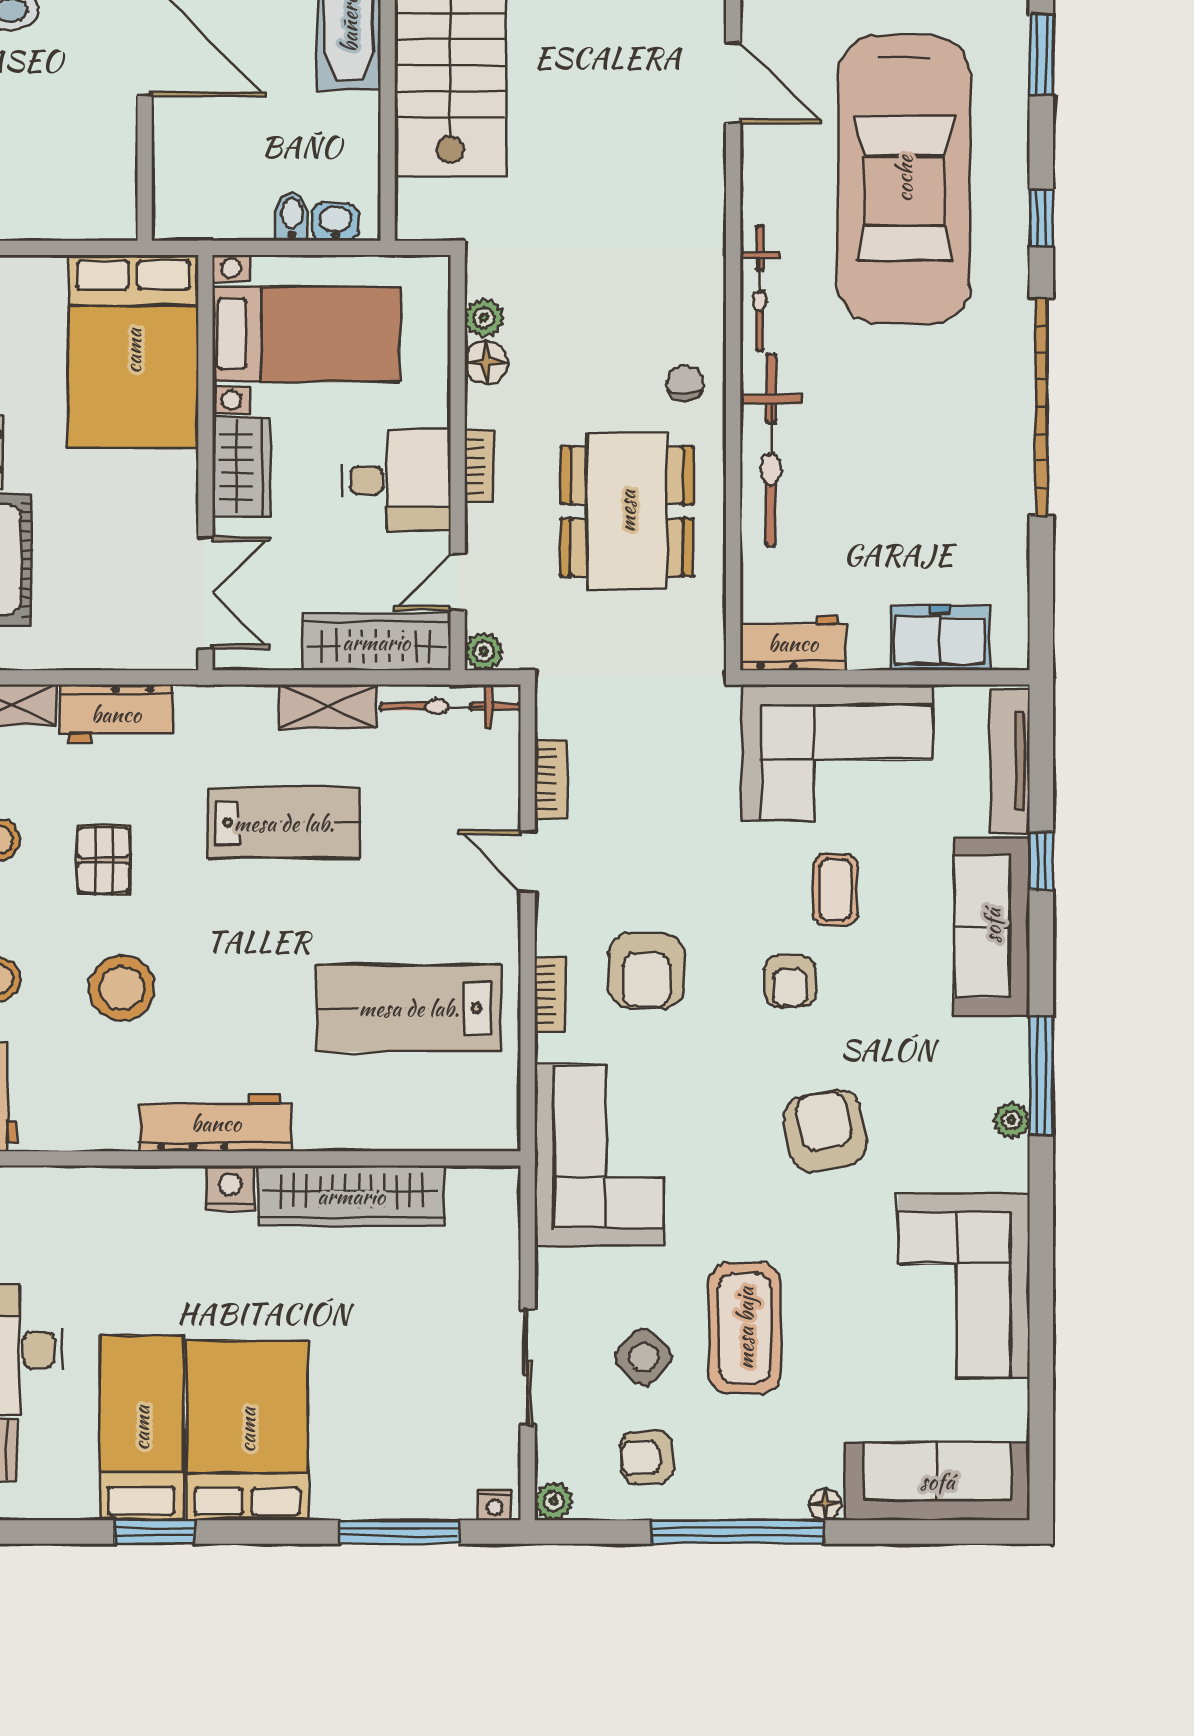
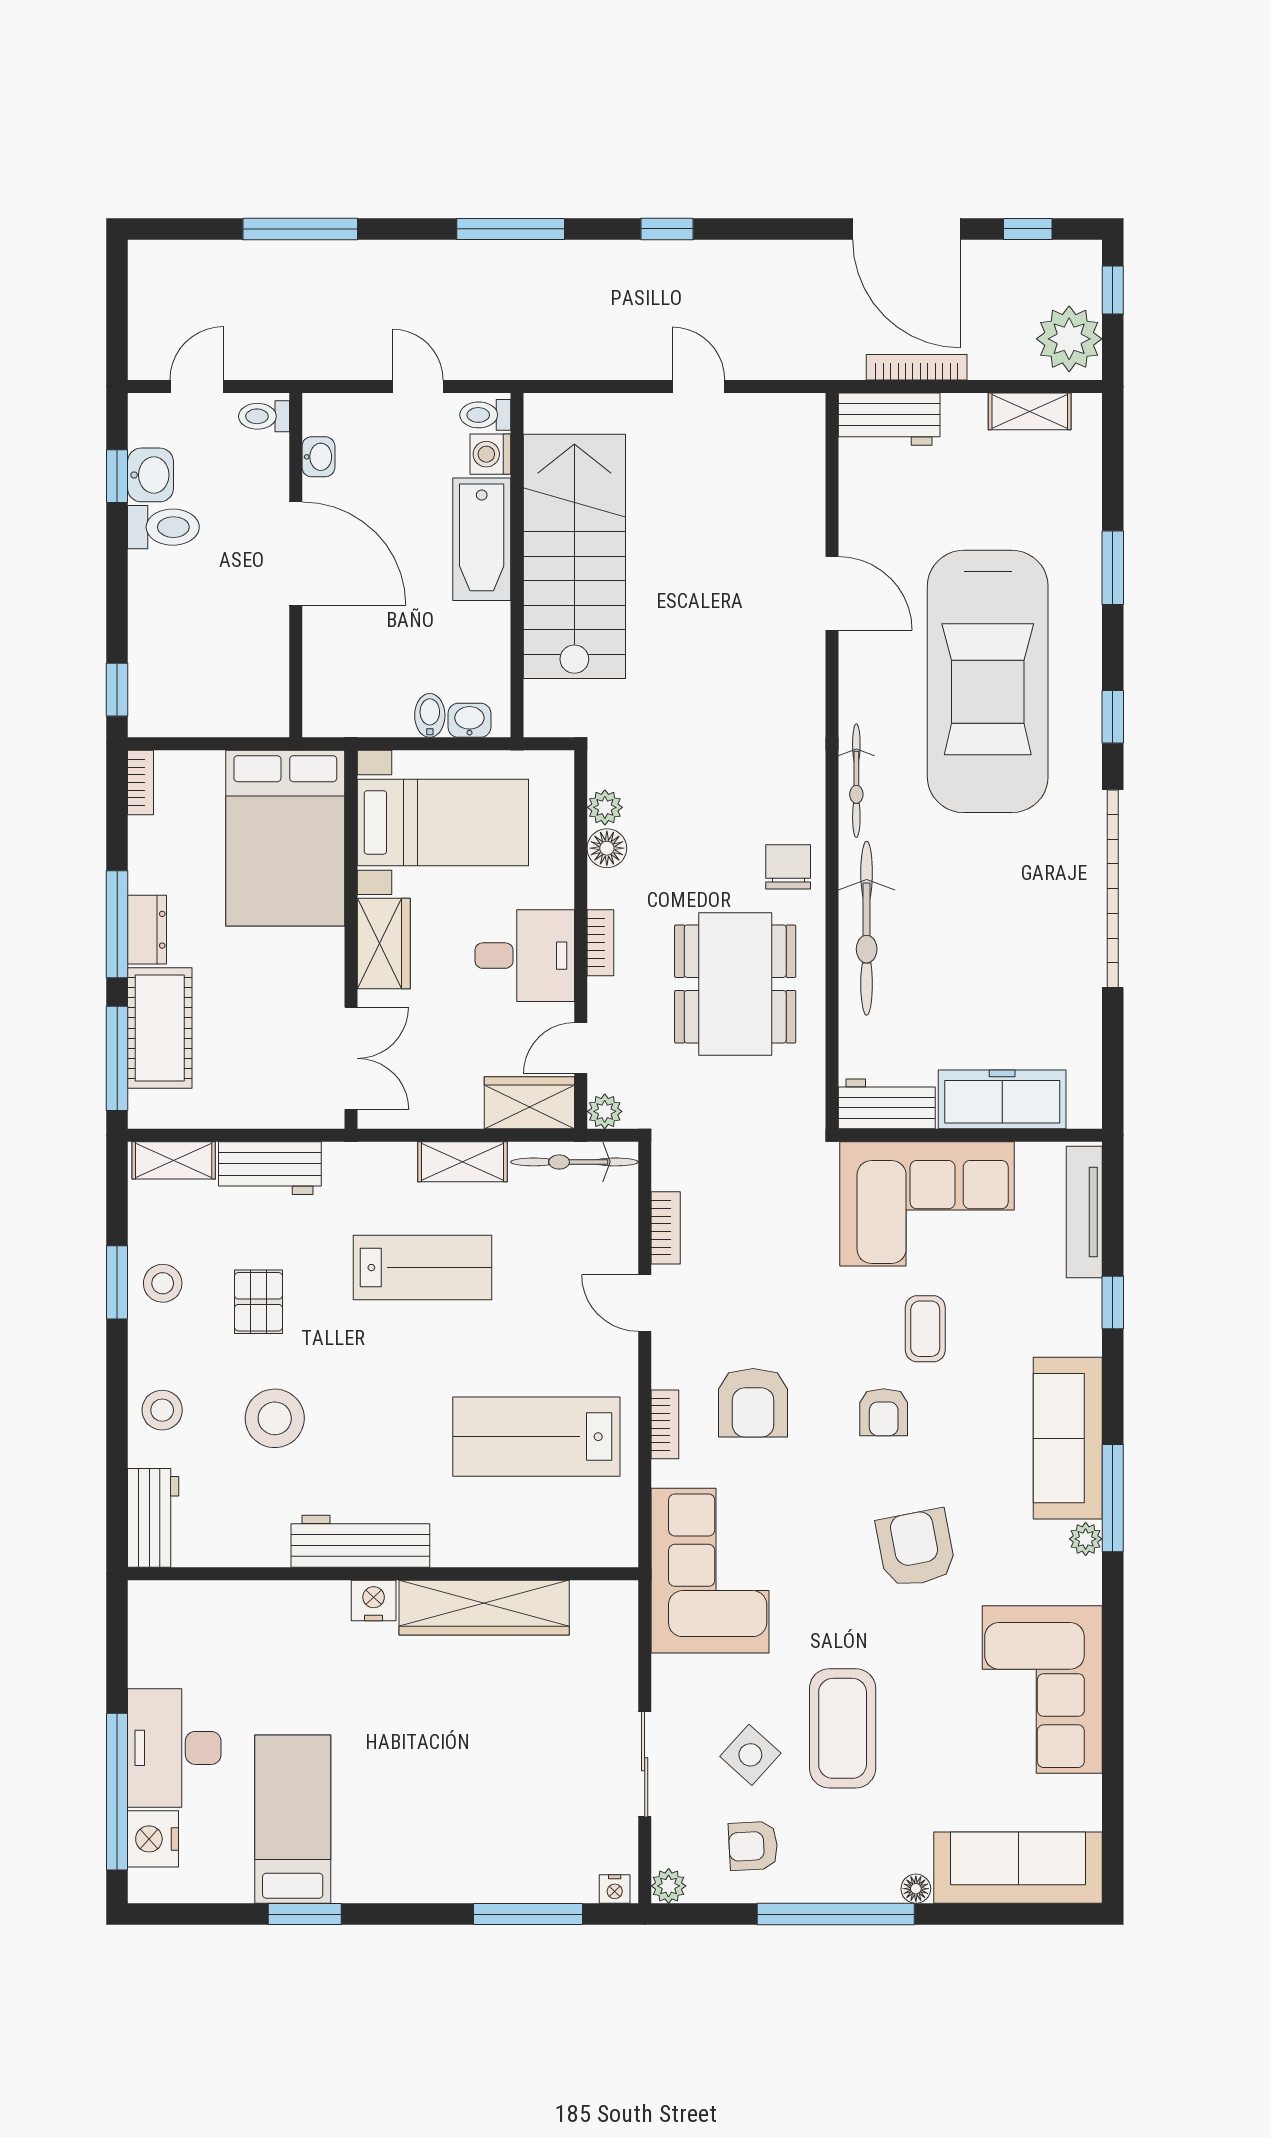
chair: (685, 383) -> (788, 867), width x1.37, depth x1.37
freezer: (940, 638) -> (1002, 1099), width x1.40
wardrobe: (376, 642) -> (529, 1103), width x0.67
sofa: (992, 926) -> (1068, 1438), moved
bed: (247, 1430) -> (389, 1822), removed

